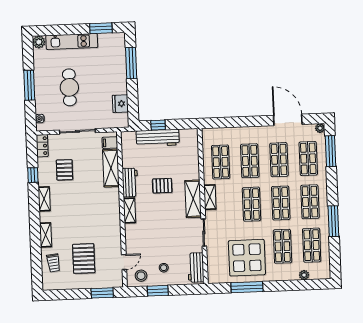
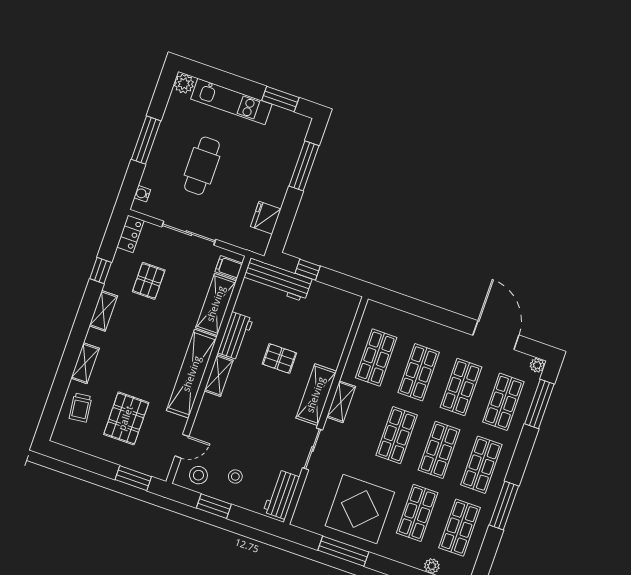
workbench: (158, 138) -> (277, 280), moved
shelving: (113, 216) -> (192, 374), added

